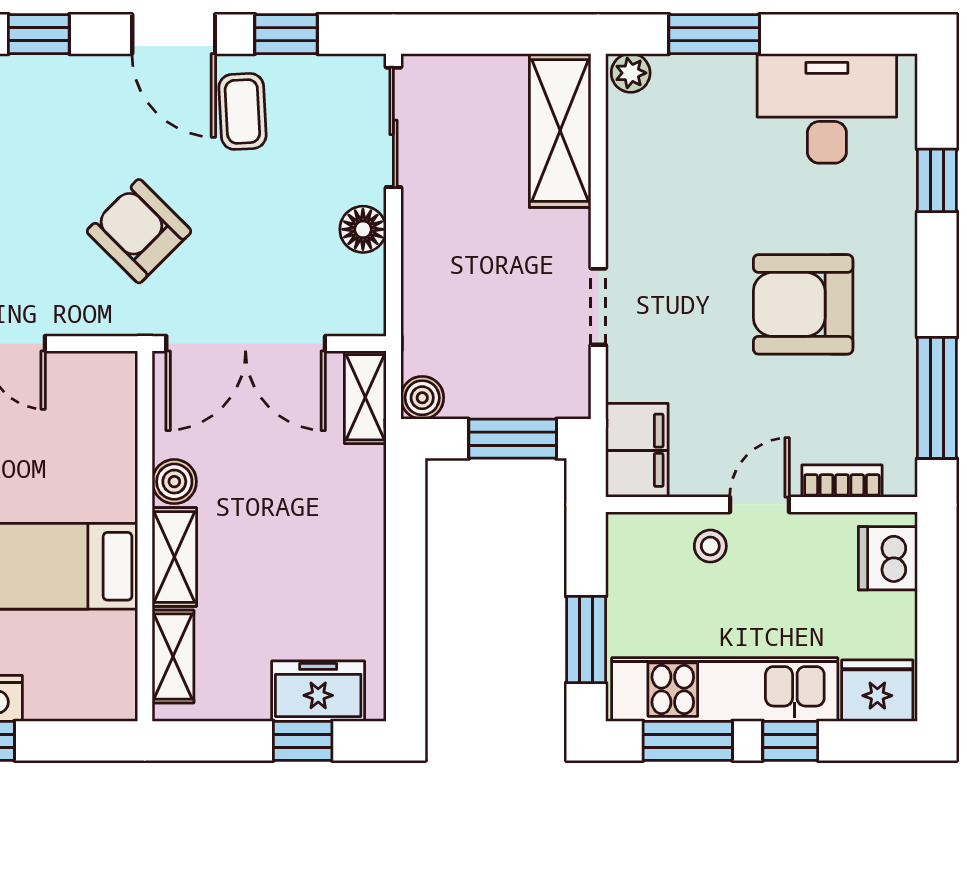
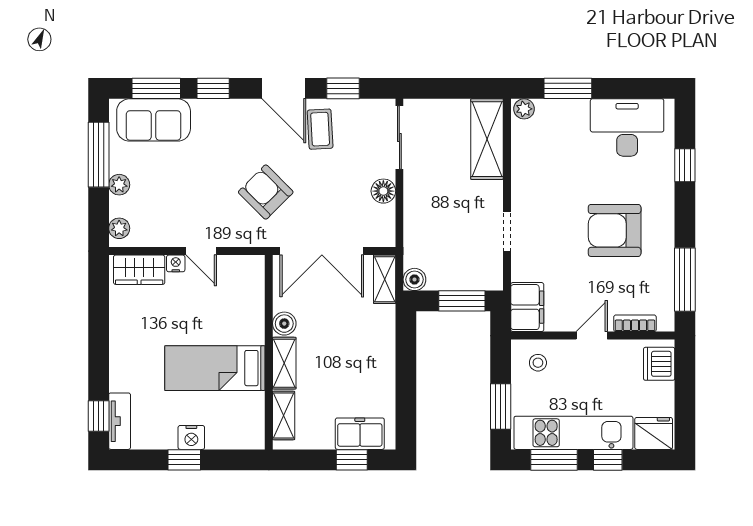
stool: (710, 546) -> (538, 363), moved

